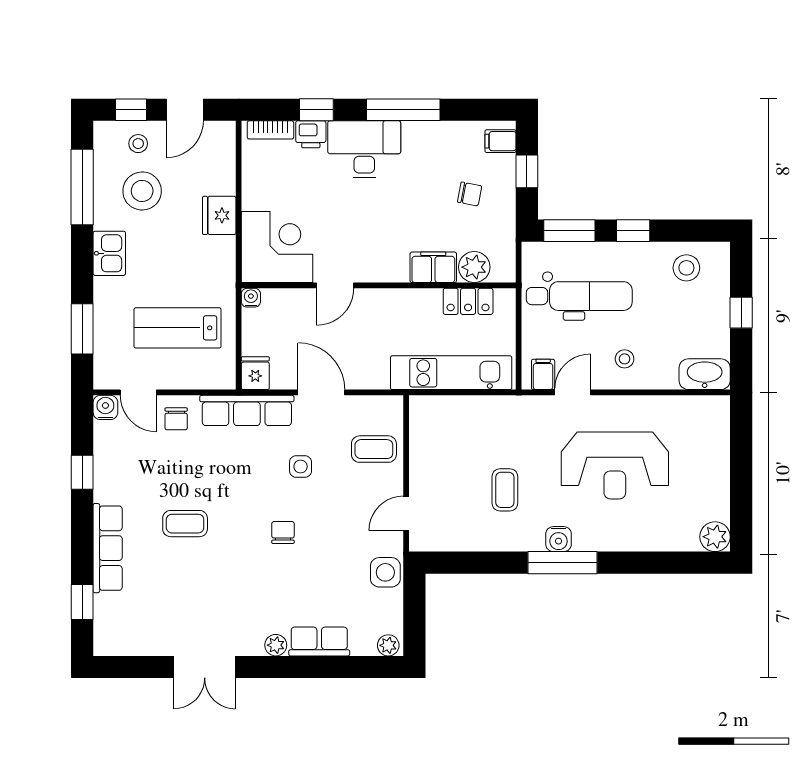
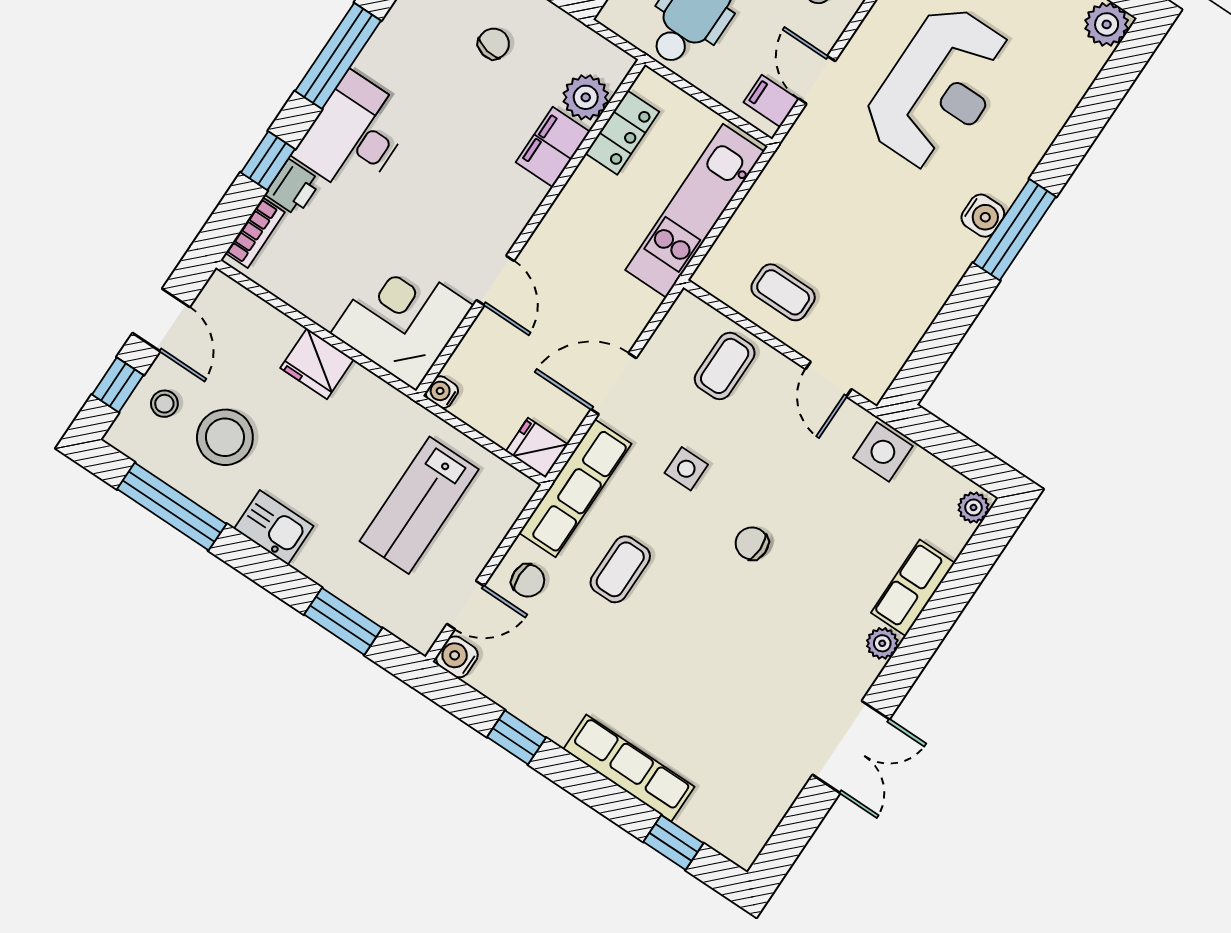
coffee table: (505, 490) -> (783, 292), moved
coffee table: (185, 524) -> (620, 569), moved

